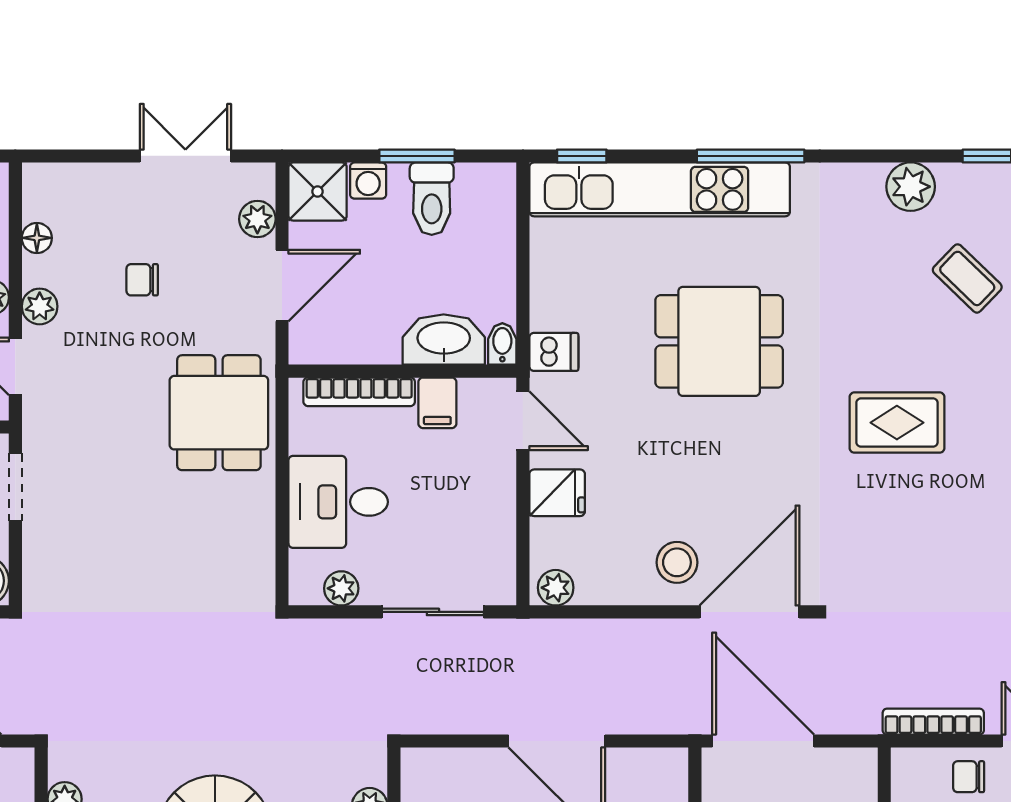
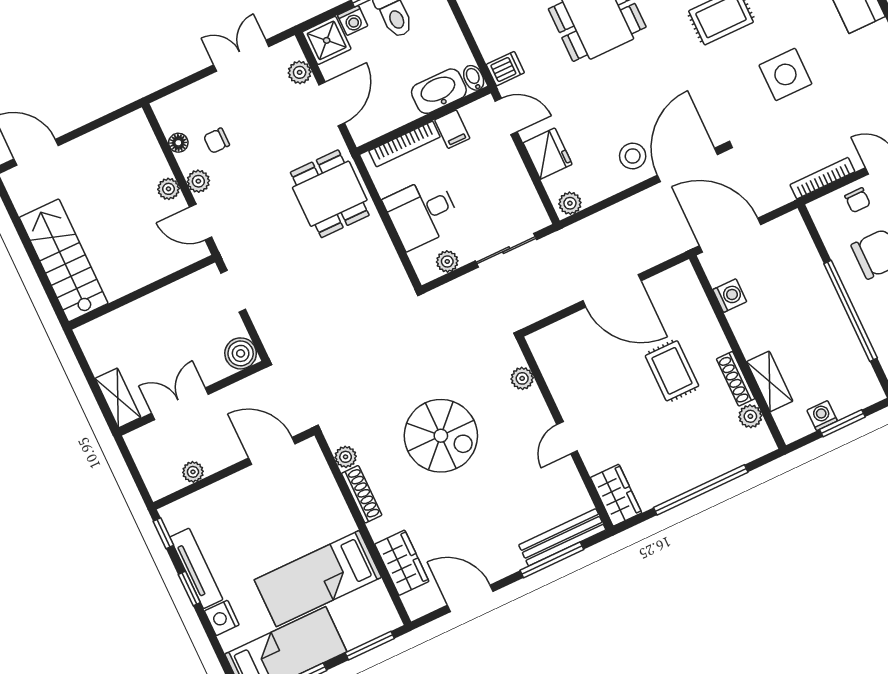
chair: (142, 280) -> (217, 141), moved
fridge: (557, 493) -> (548, 154), width x1.38
side table: (950, 549) -> (785, 74), added
chair: (969, 777) -> (858, 200), turned -90

